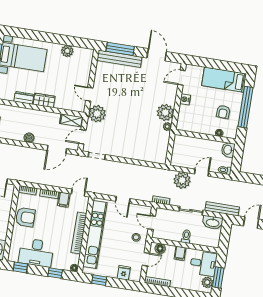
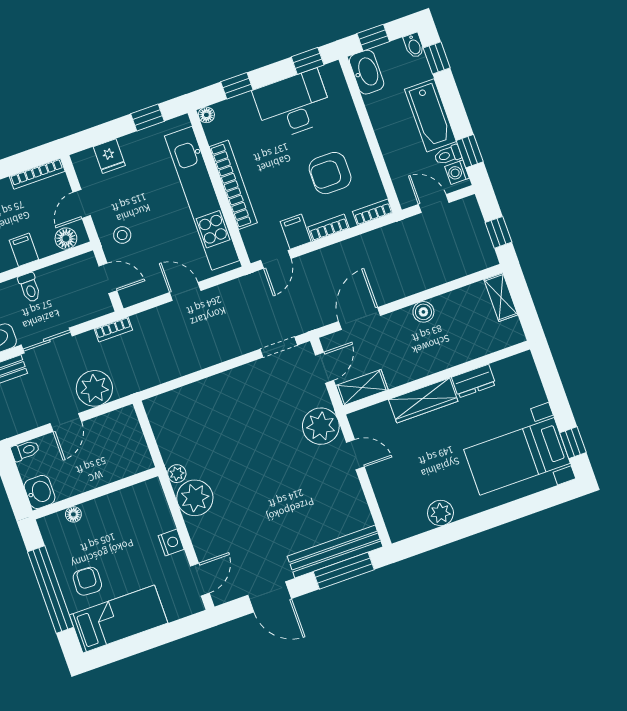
wardrobe: (44, 100) -> (423, 400), width x1.50
armchair: (223, 112) -> (87, 581), moved
armchair: (25, 217) -> (330, 173), moved

